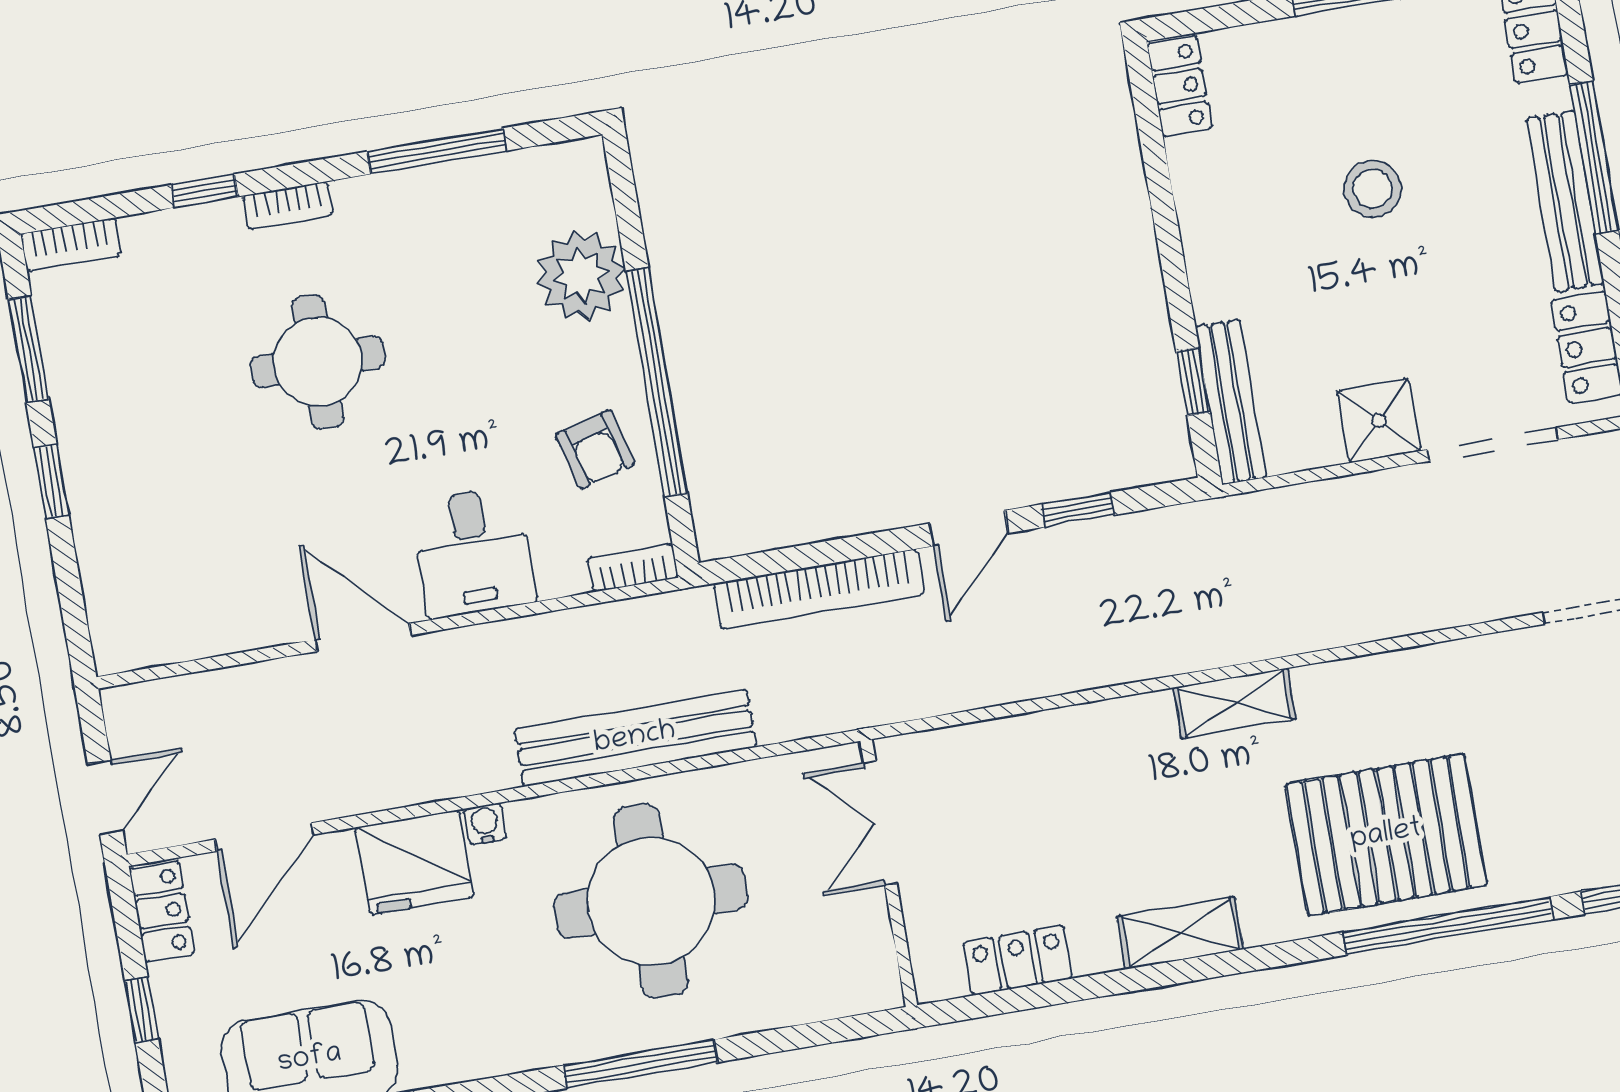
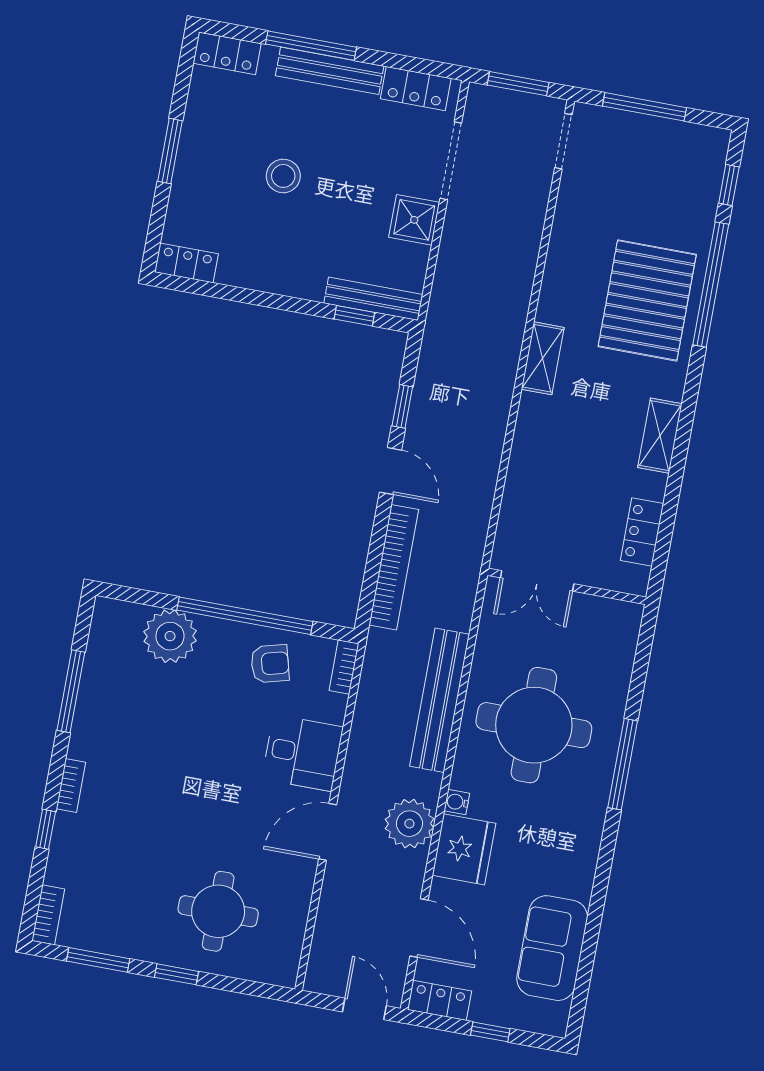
round table: (318, 362) -> (218, 911), moved
plant: (424, 762) -> (409, 824), added

